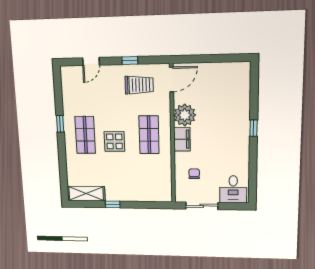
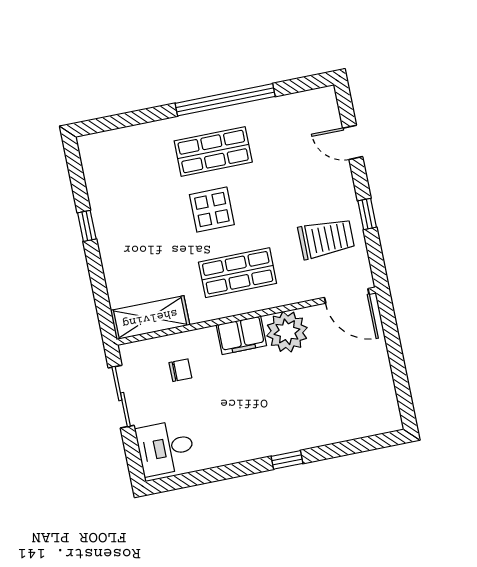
trolley: (139, 85) -> (326, 239), turned -90
window: (60, 124) -> (225, 100), width x3.17
shelving: (86, 194) -> (150, 318), moved, turned 90

